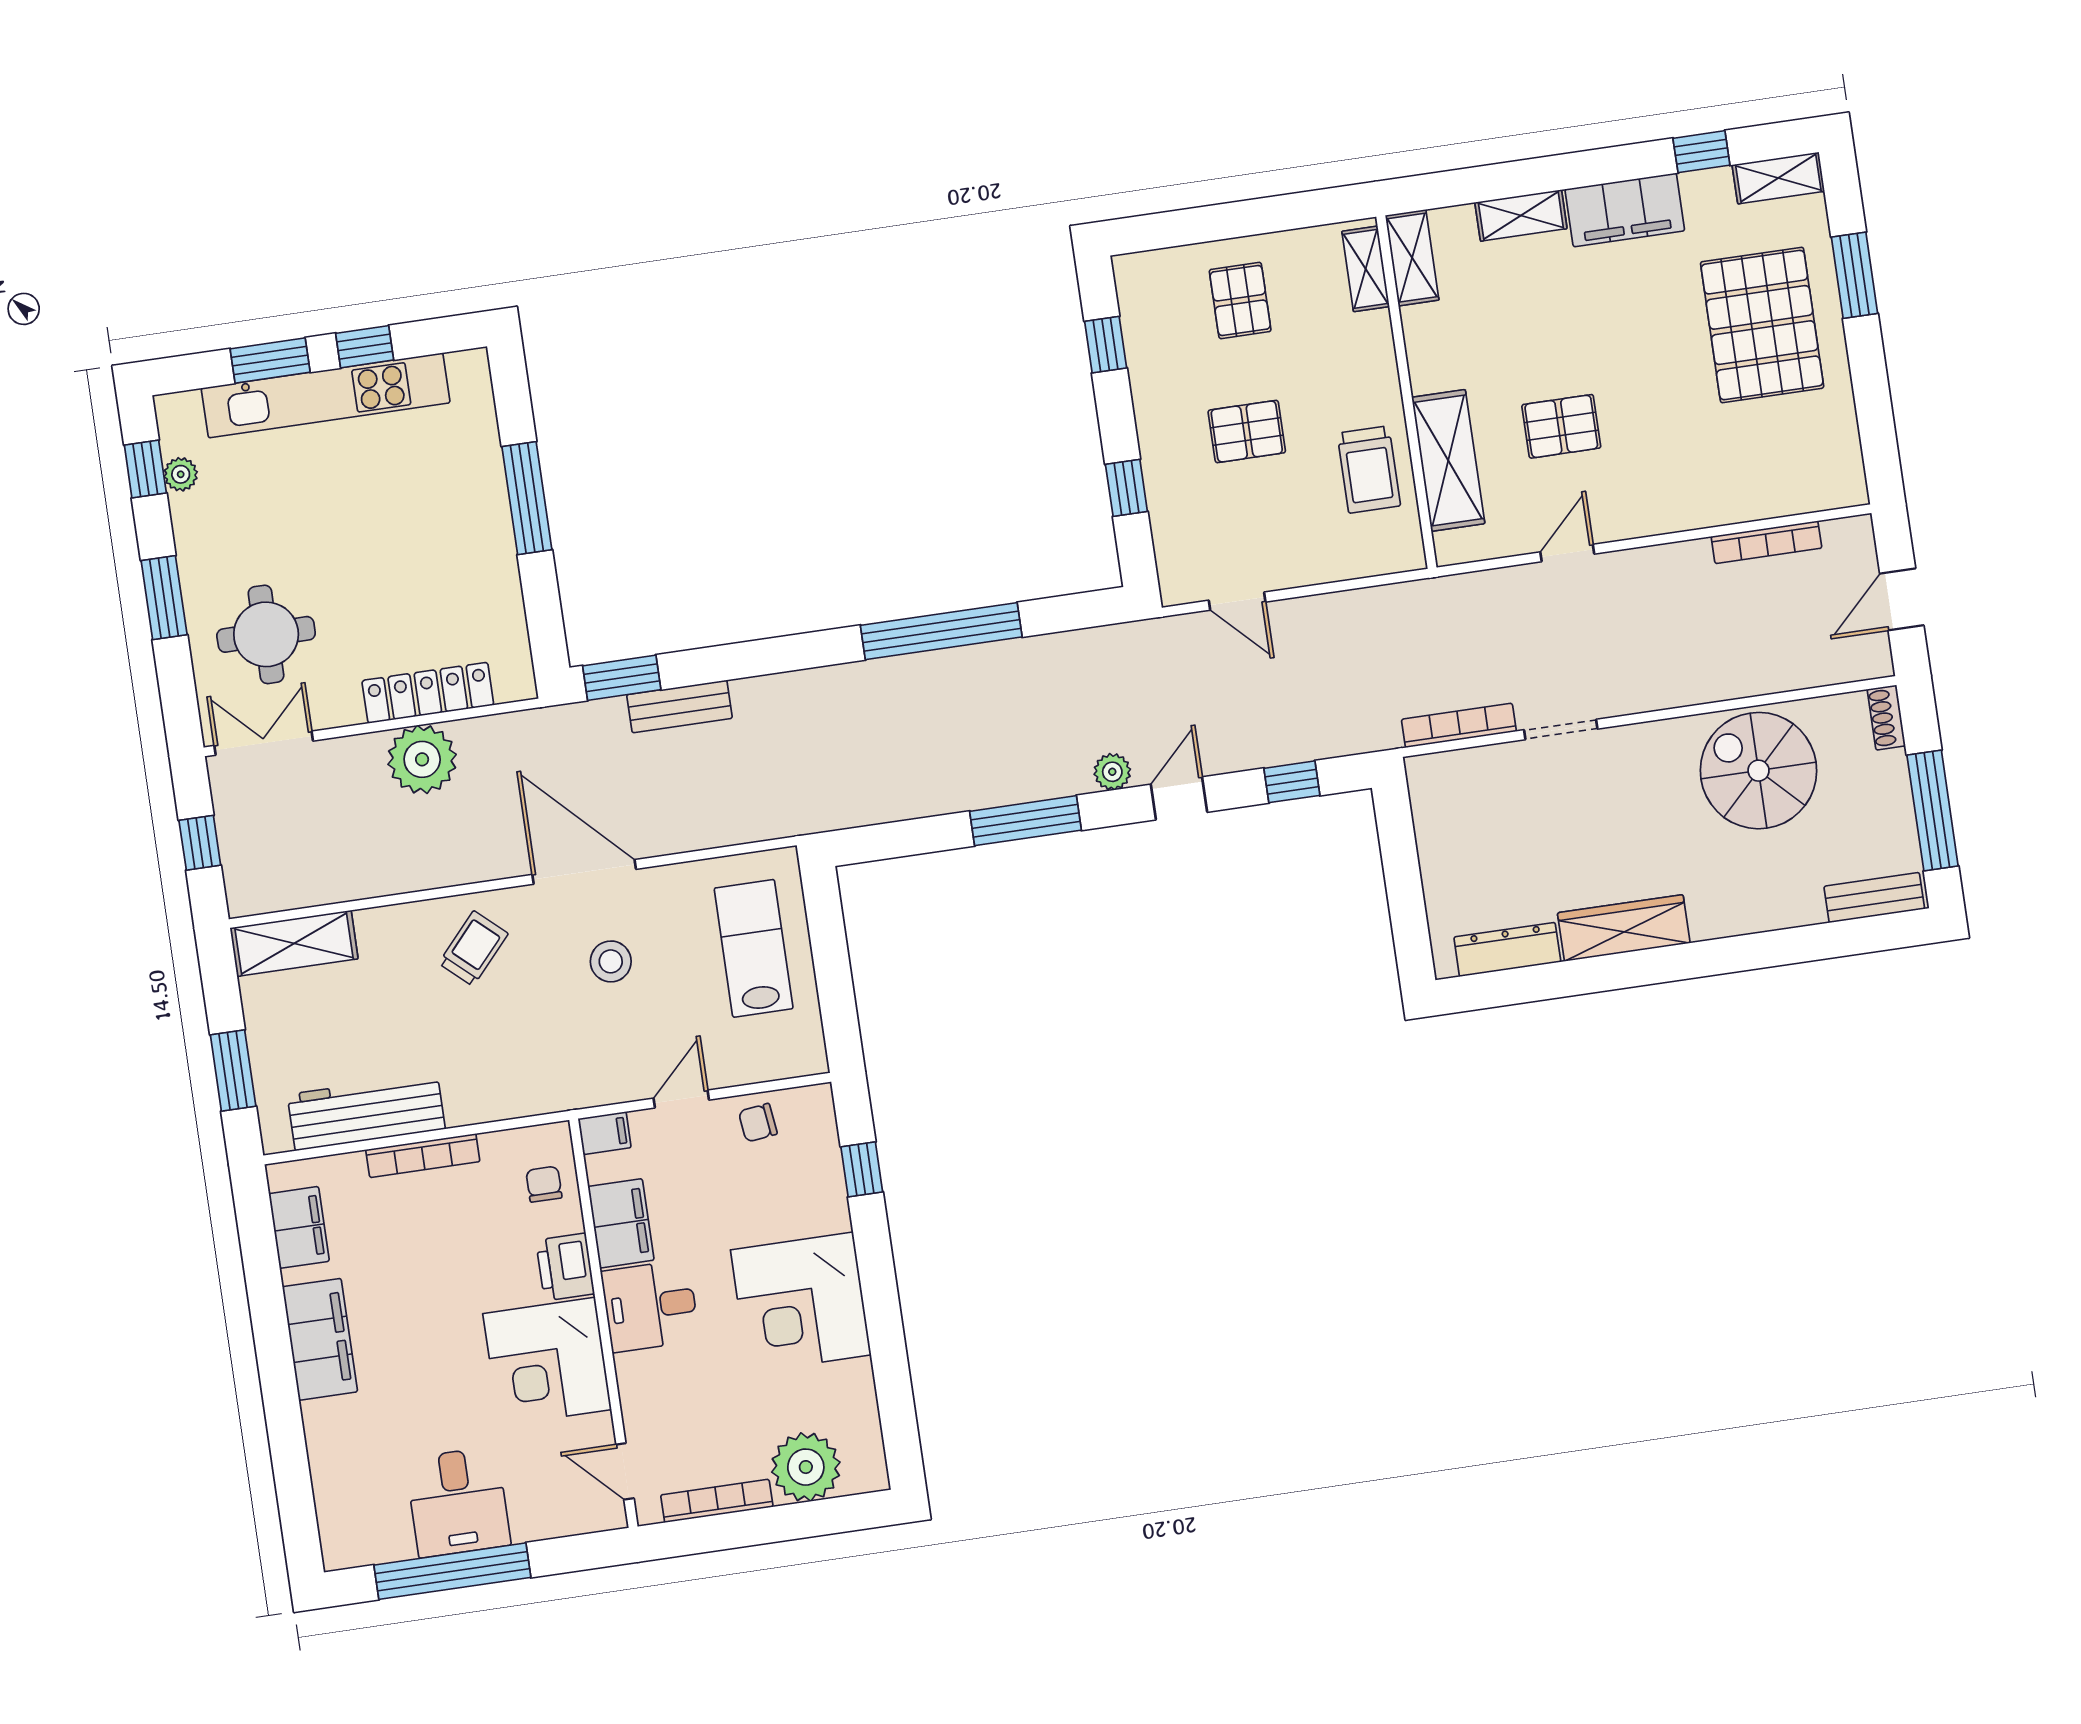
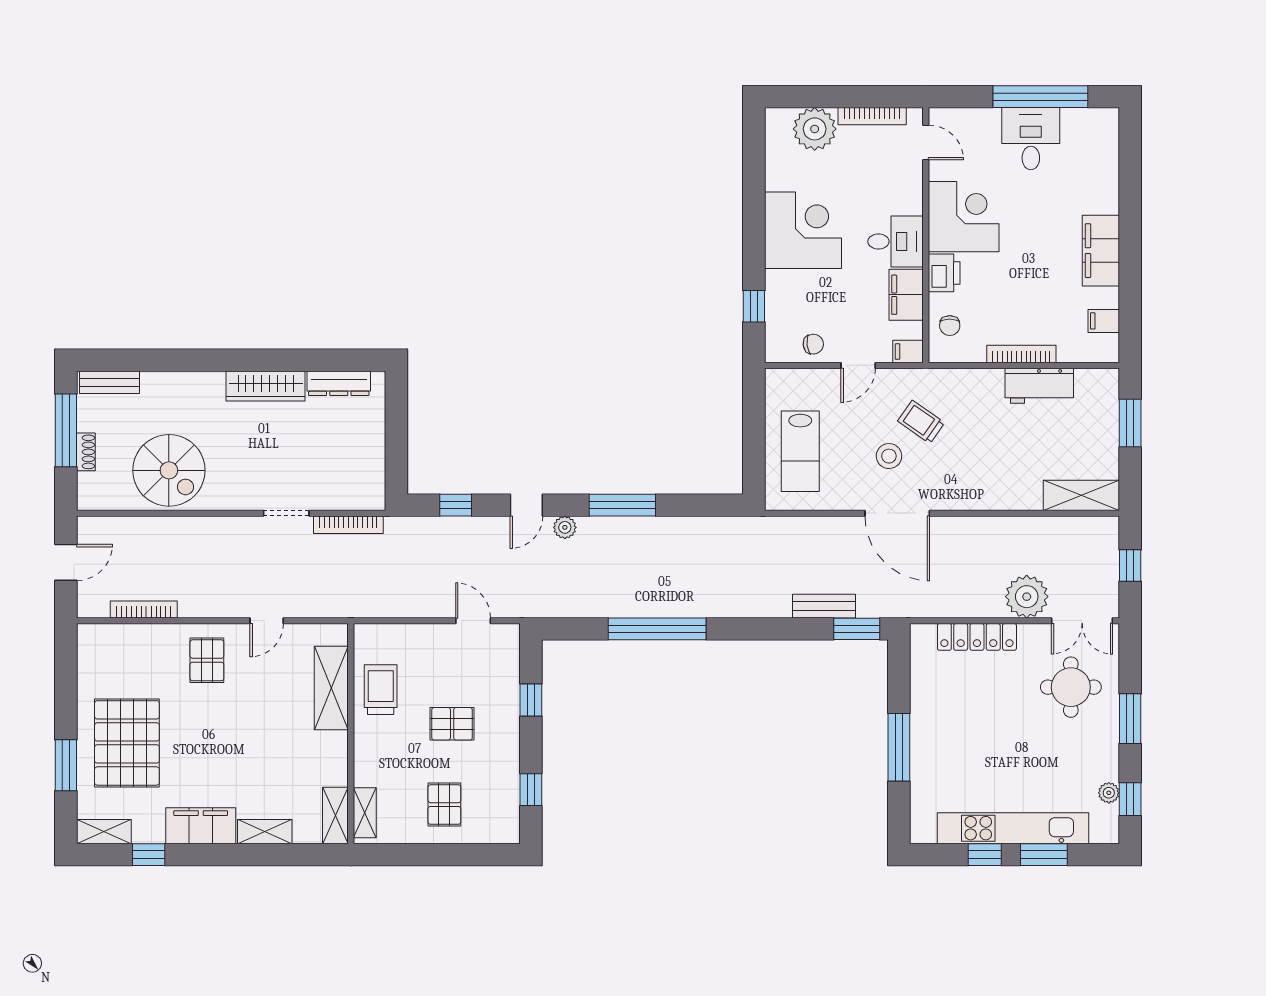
pallet: (1561, 426) -> (207, 660), moved, turned 90
shoe rack: (1886, 718) -> (86, 452), moved
plant: (422, 759) -> (1027, 597), moved
trolley: (473, 948) -> (921, 422), moved, turned 83
workbench: (366, 1112) -> (1039, 386), width x0.73
filing cabinet: (299, 1227) -> (1104, 321), width x0.50

